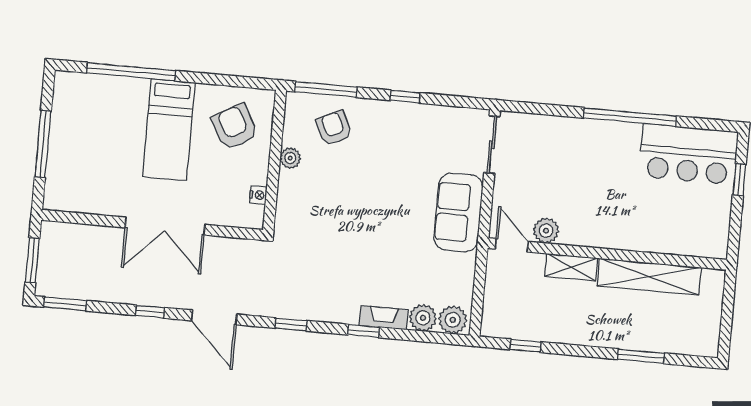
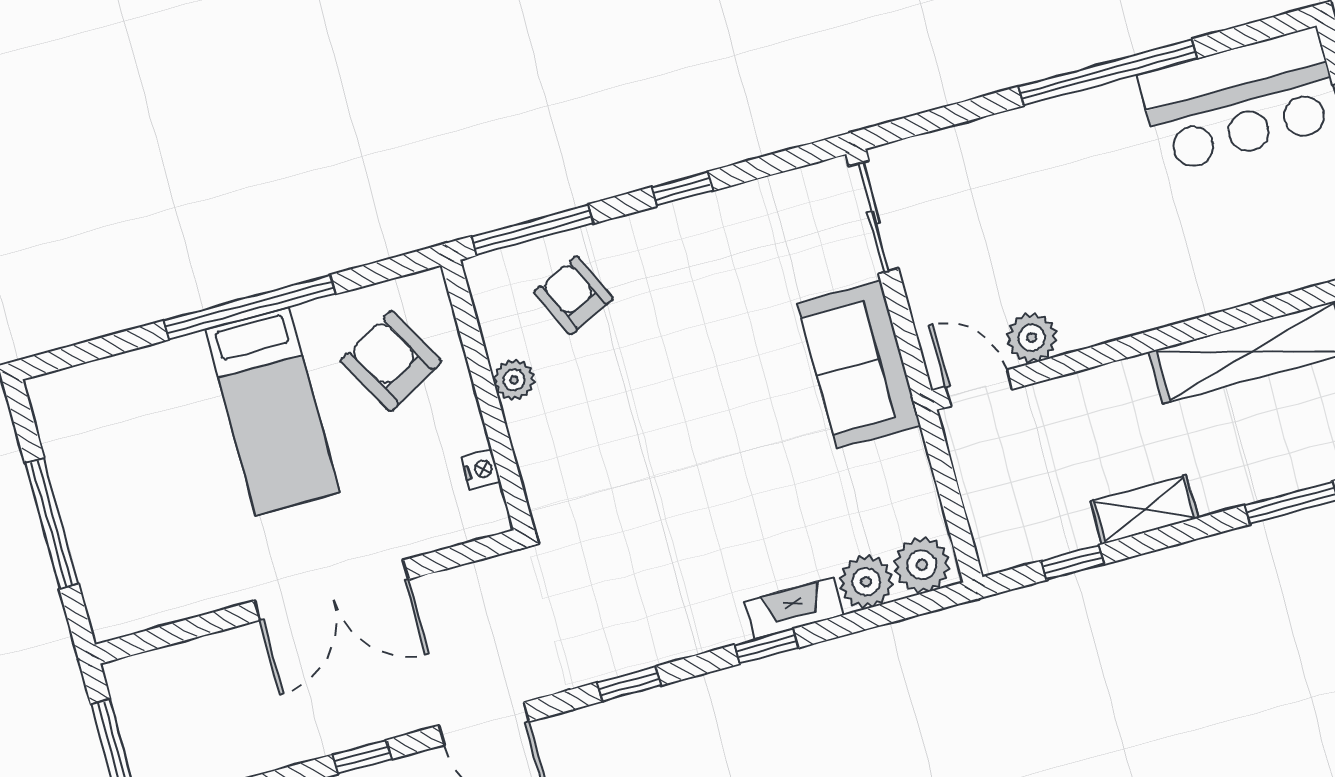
window: (131, 72) -> (249, 307), moved
shelving: (571, 267) -> (1144, 510), moved

